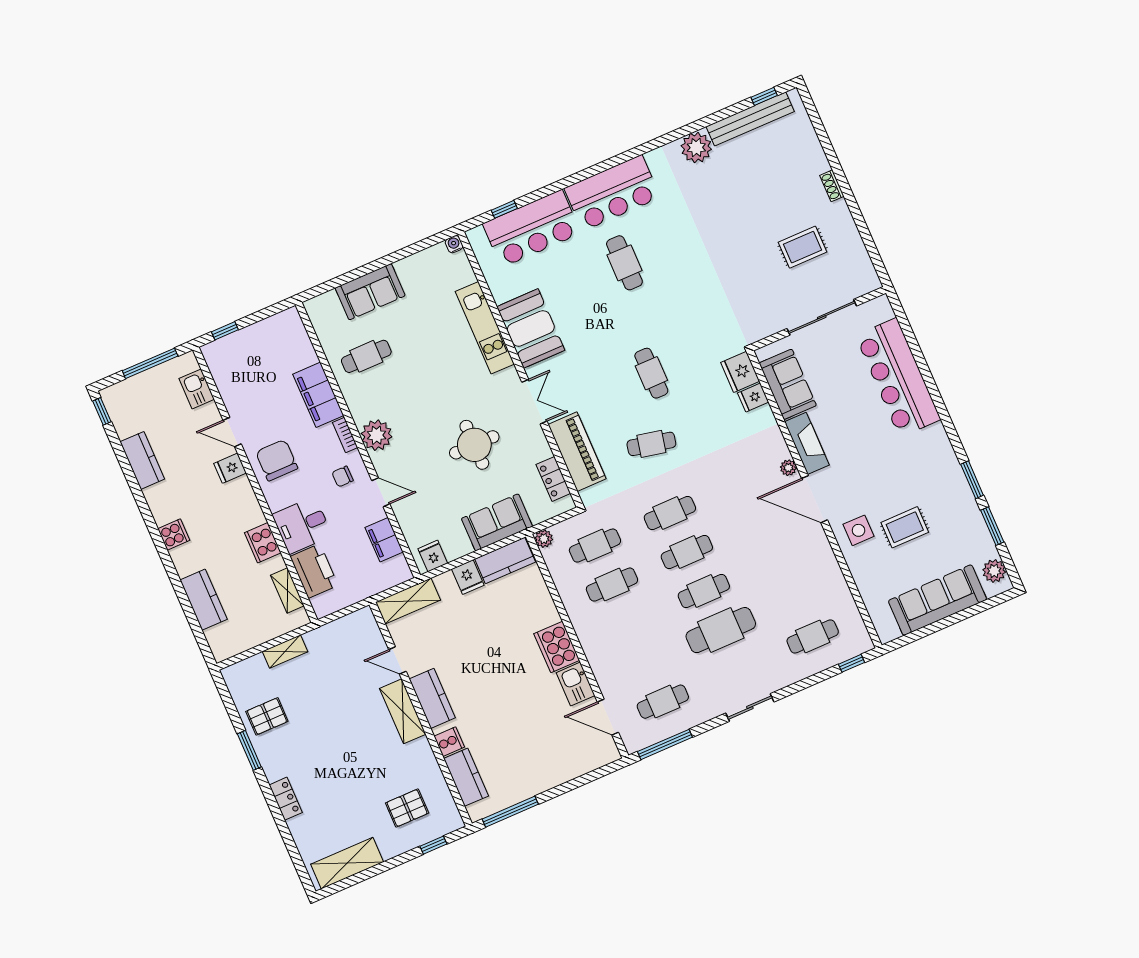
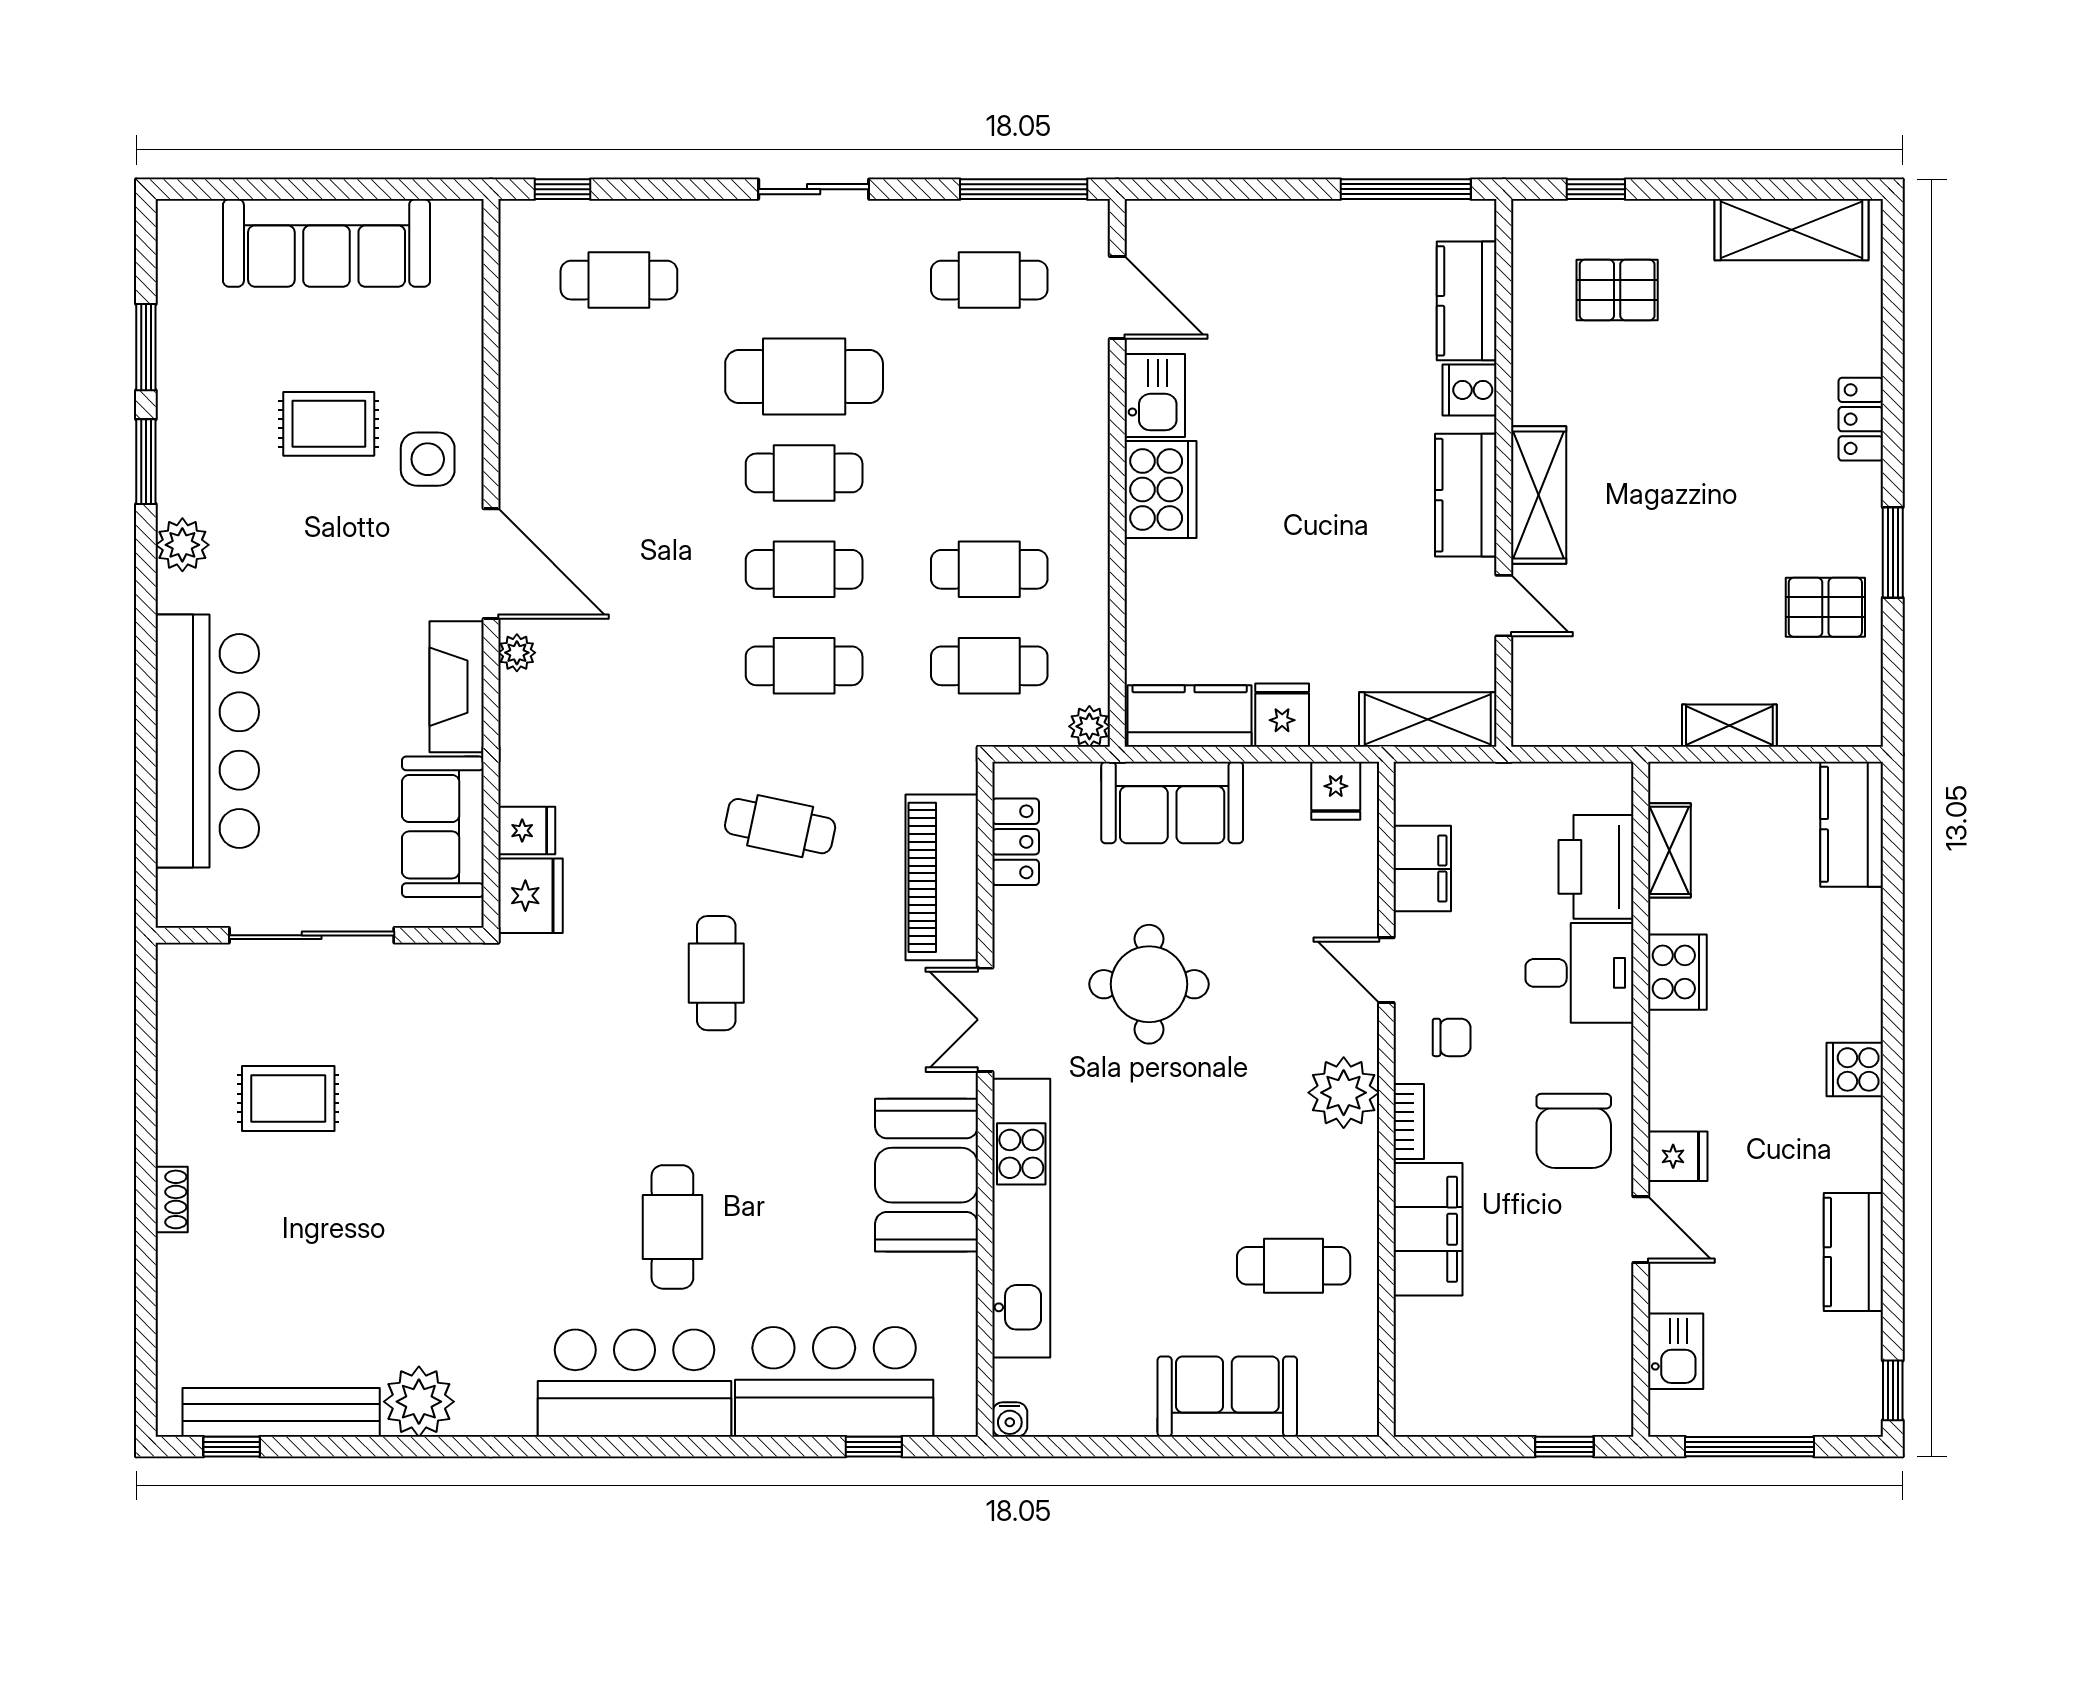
kitchen unit: (485, 328) -> (1021, 1218), width x1.36
plant: (994, 571) -> (182, 545), moved
kitchen counter: (204, 600) -> (1852, 824), moved

